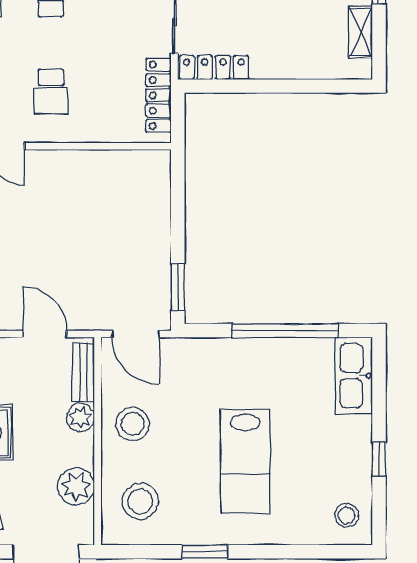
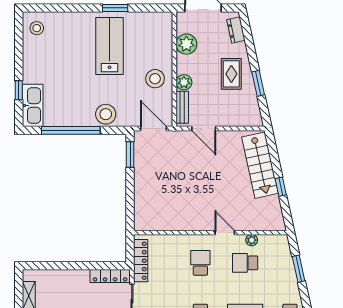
window: (379, 459) -> (19, 90), moved
lab bench: (245, 462) -> (109, 46), moved
stool: (140, 501) -> (106, 114), moved

